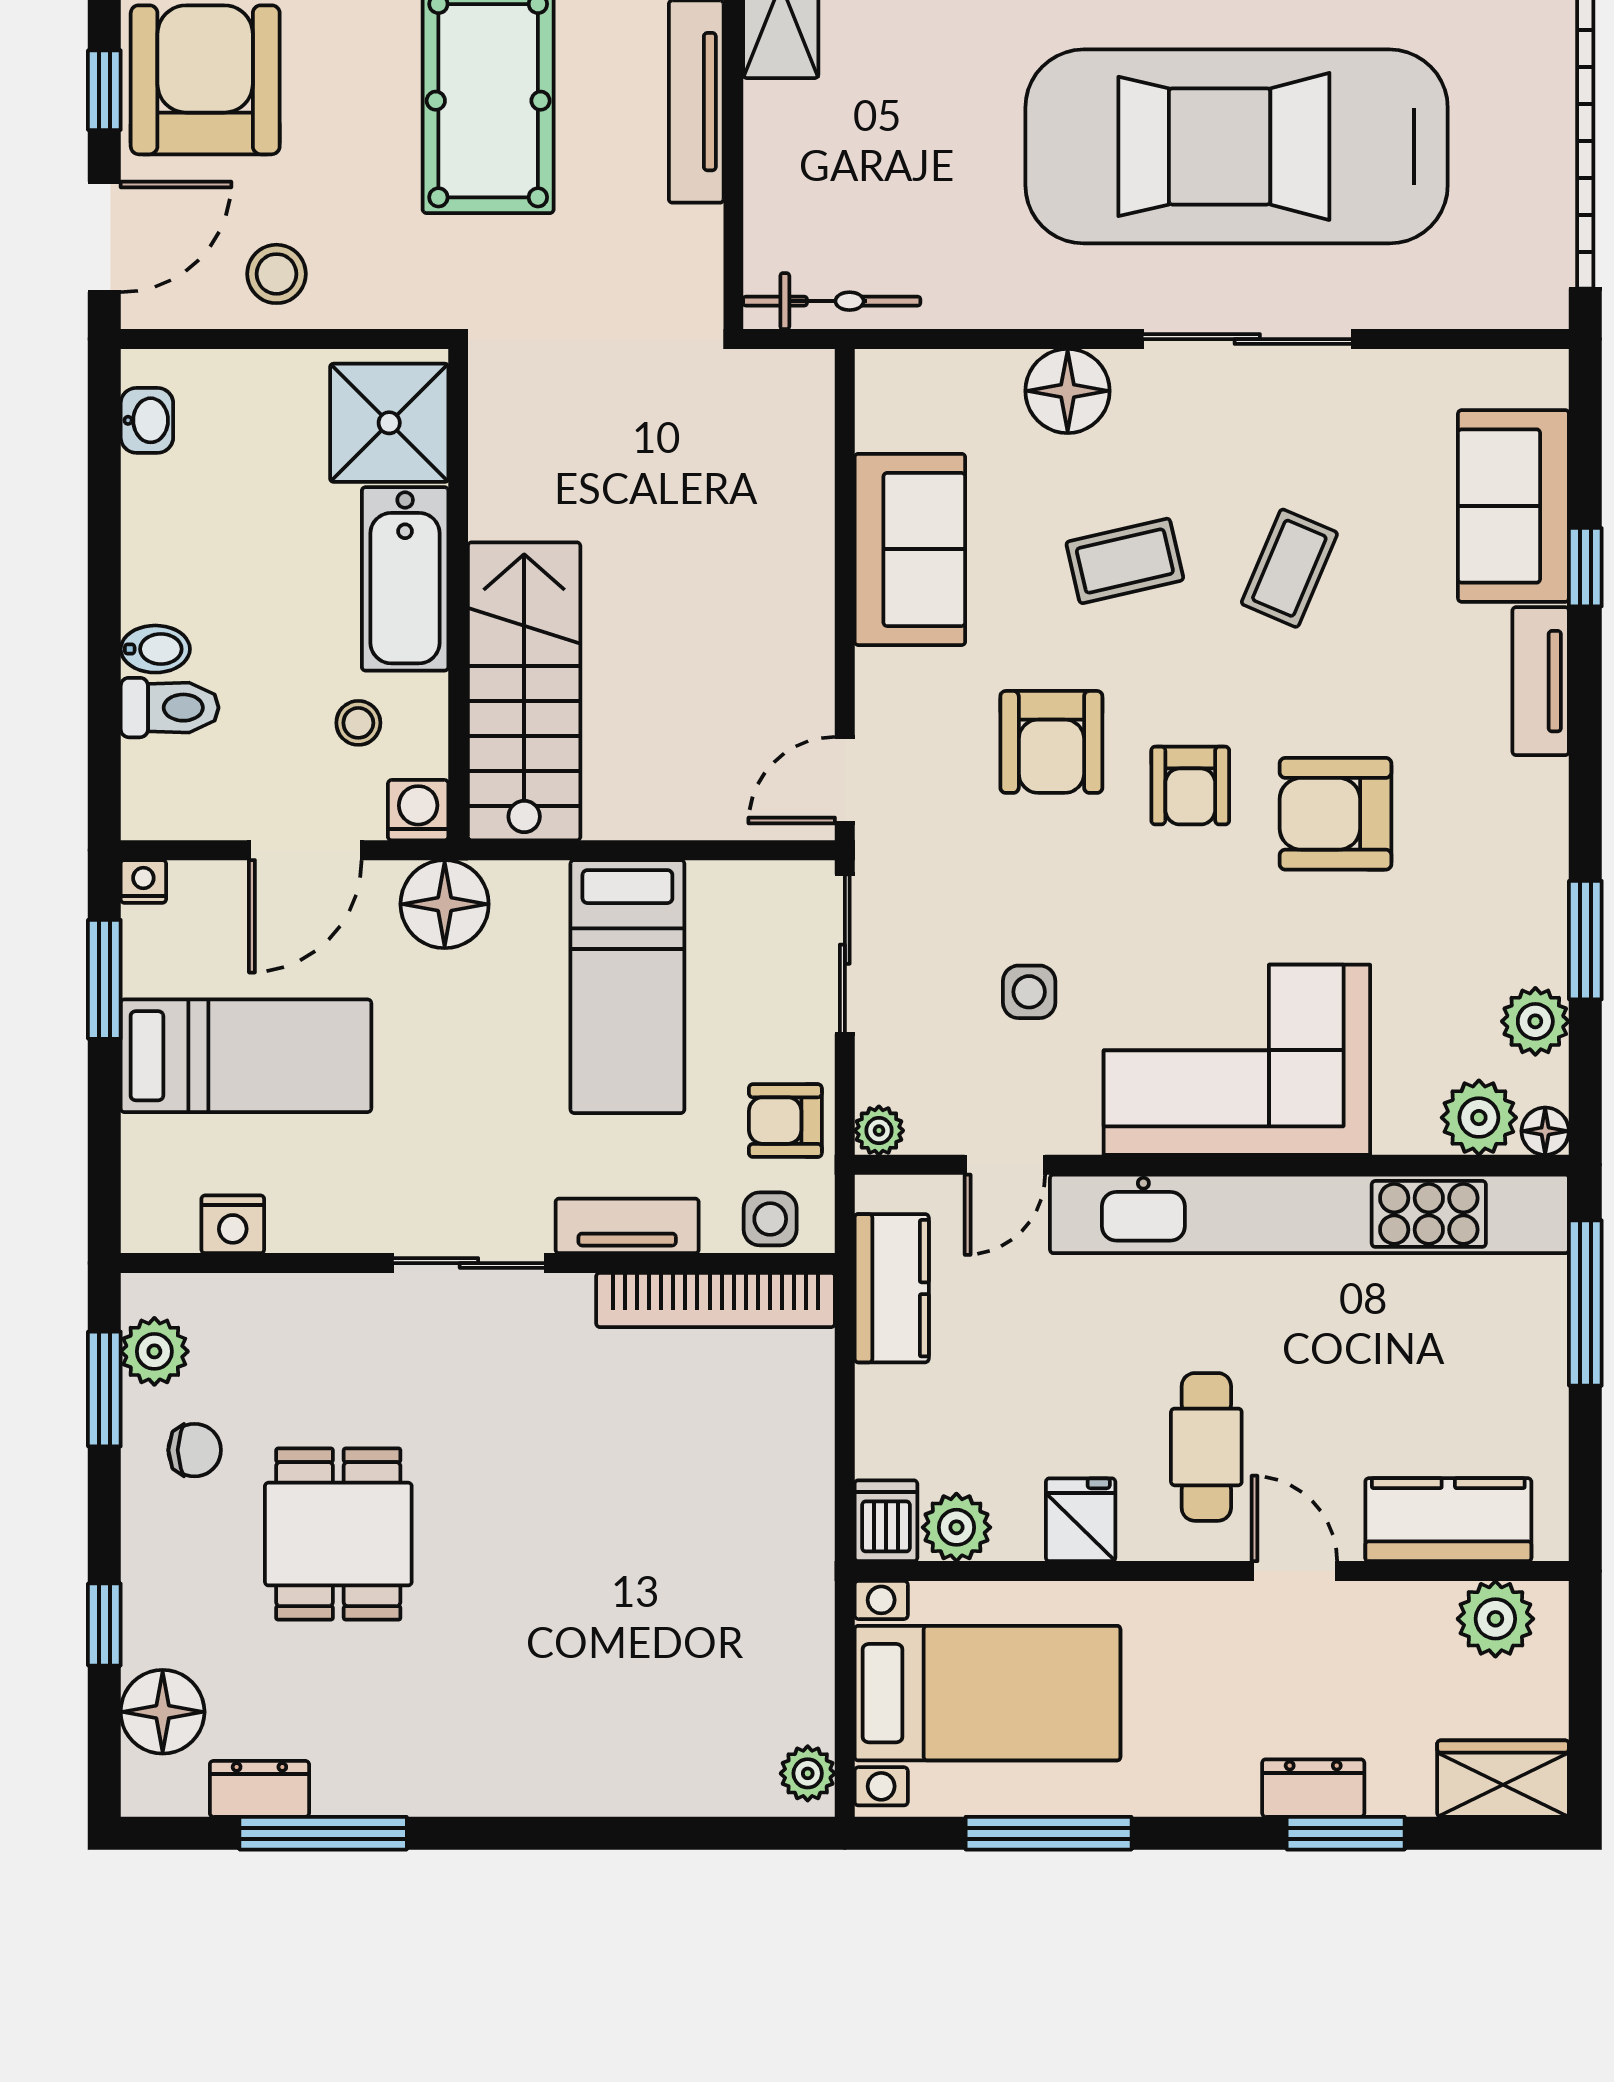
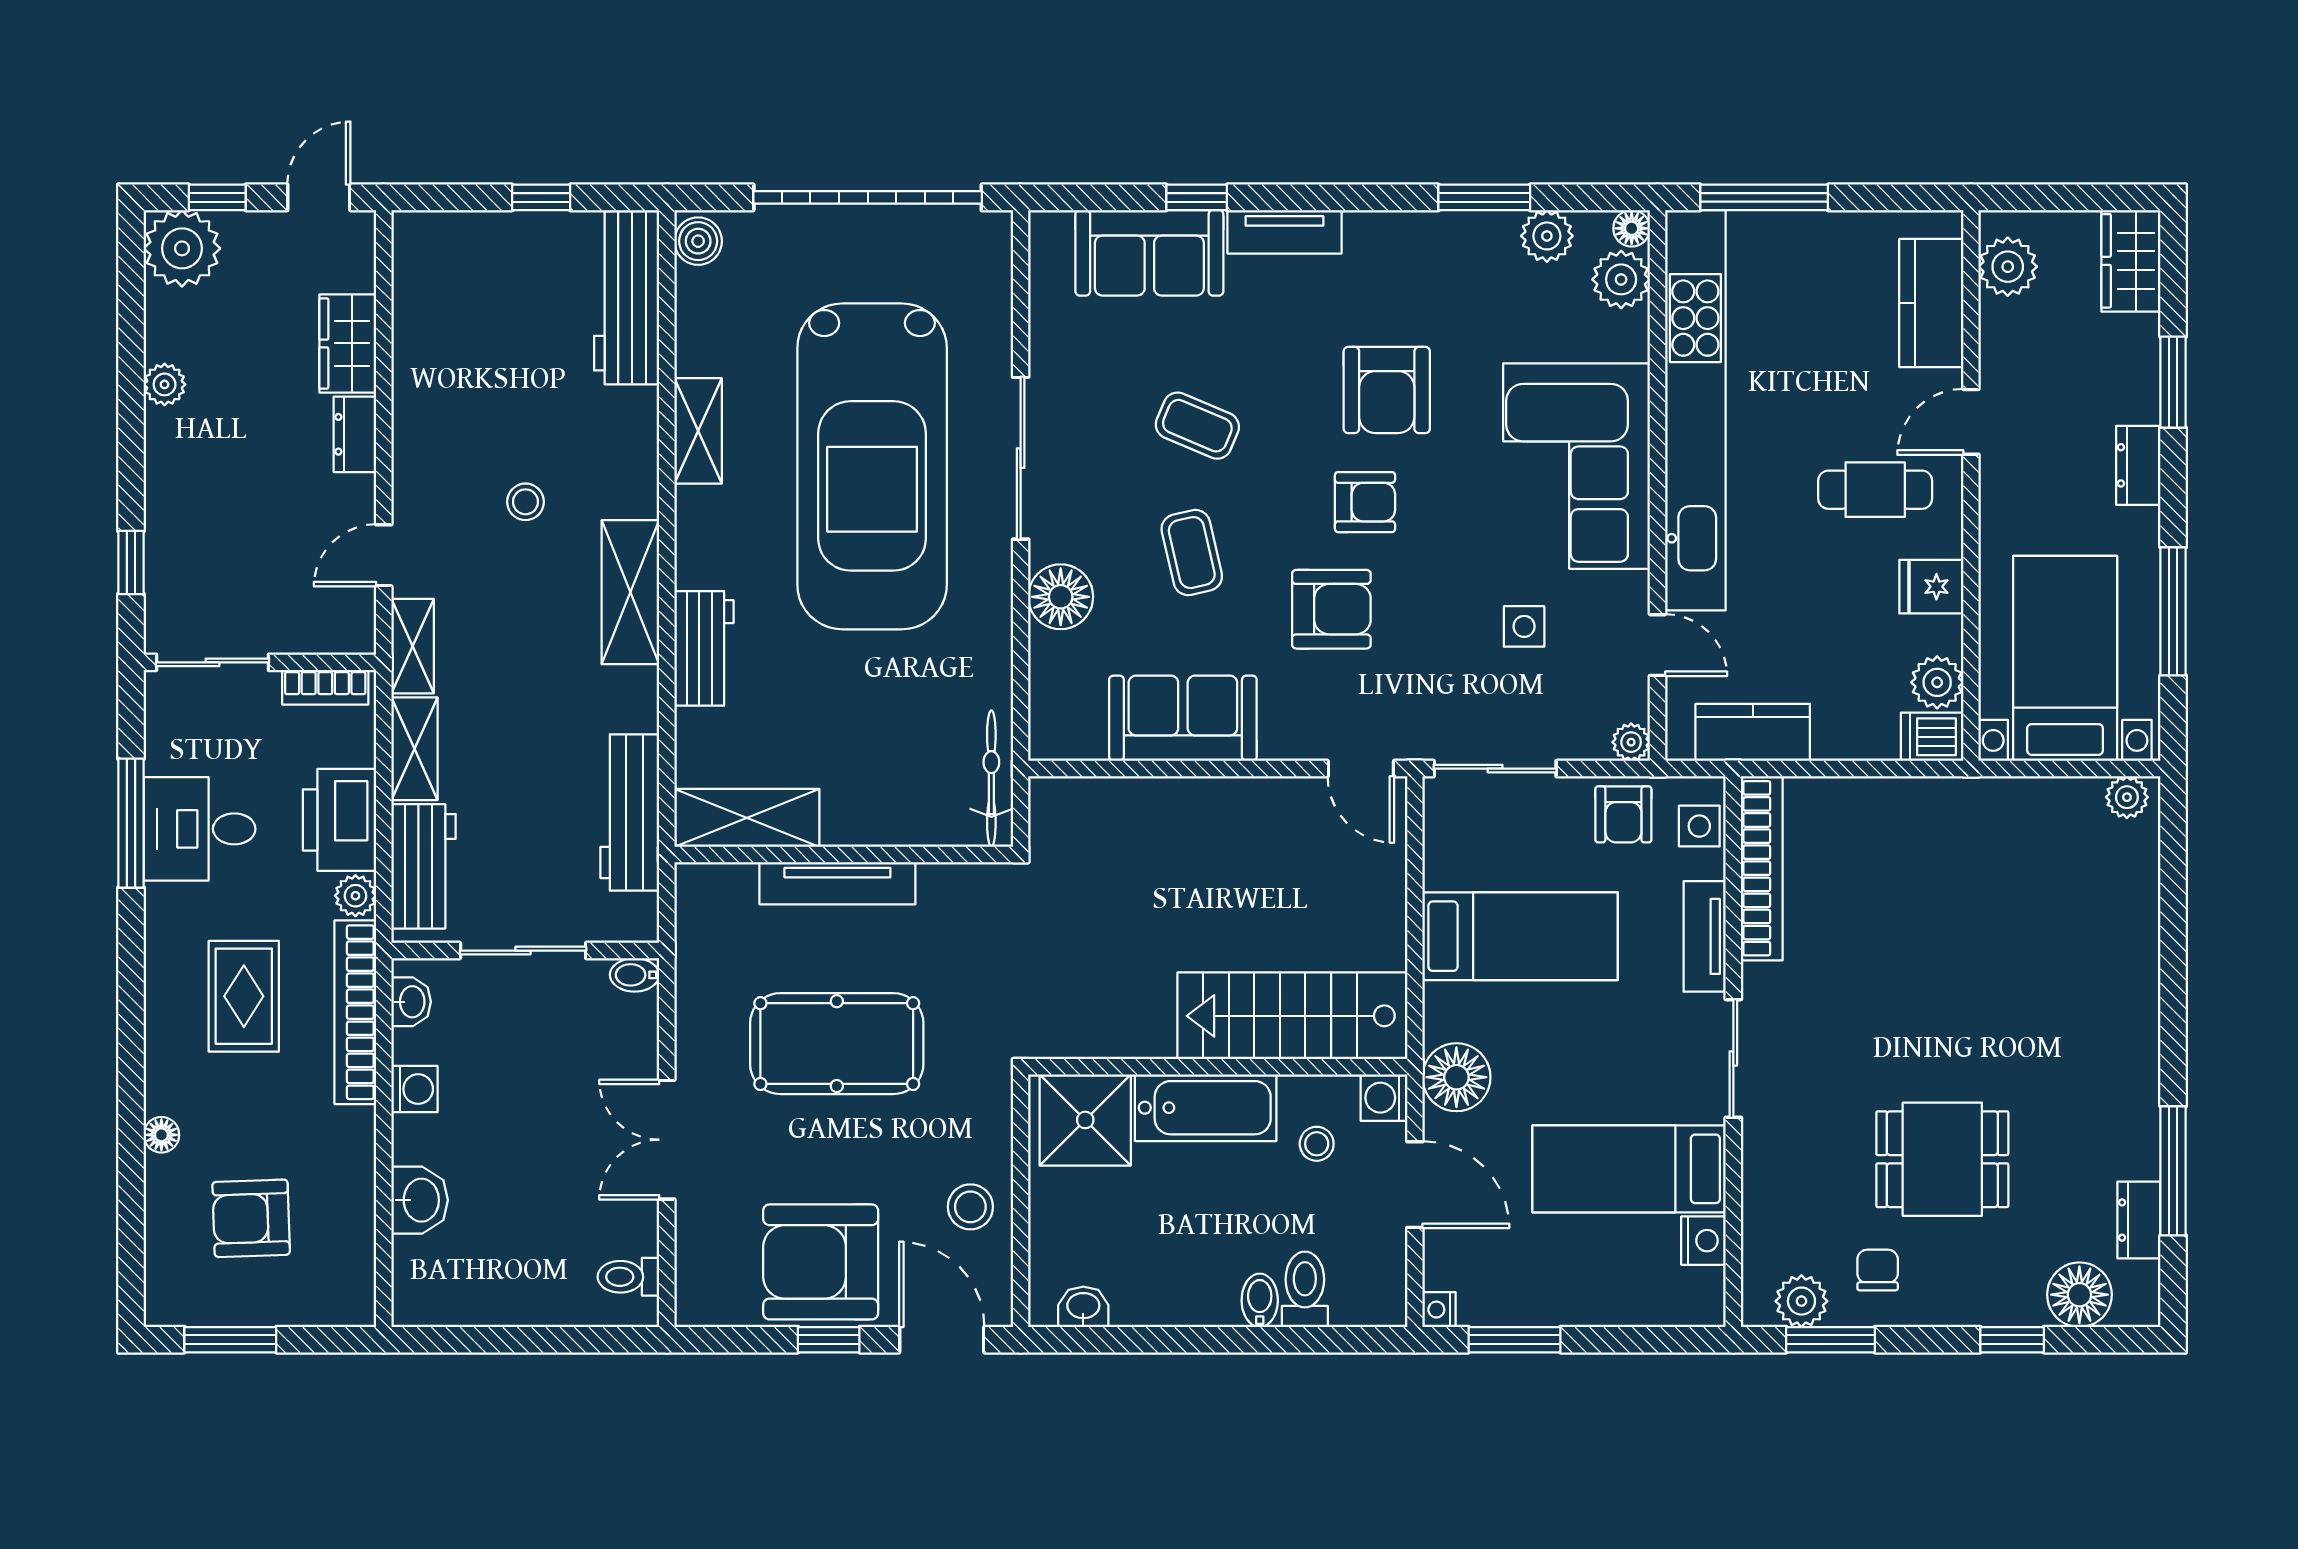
bed: (246, 1056) -> (1629, 1169), moved, turned -90
dresser: (1313, 1788) -> (2138, 465), moved

